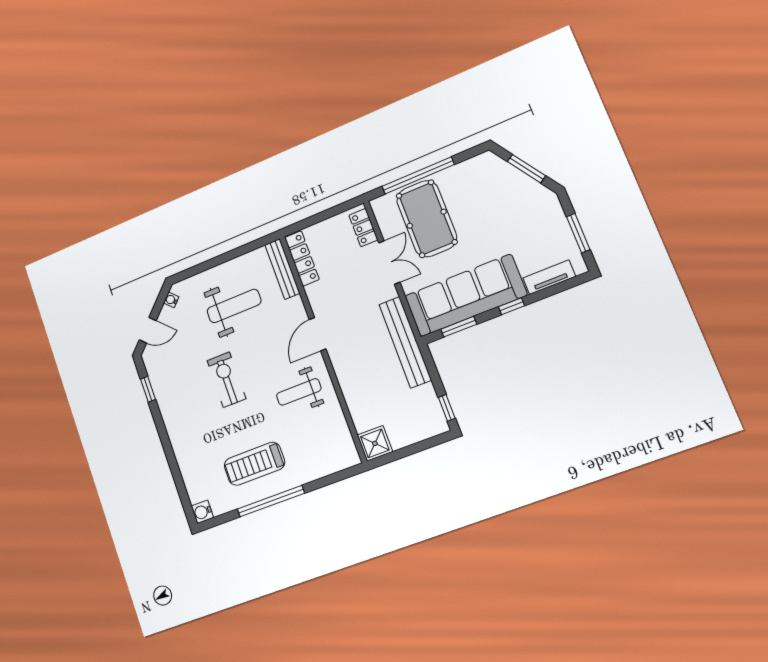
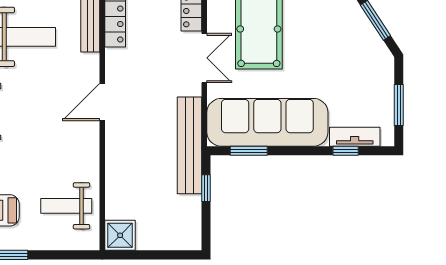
window: (511, 306) -> (346, 151), moved
weight bench: (299, 392) -> (66, 206), moved
window: (447, 408) -> (206, 188), moved

